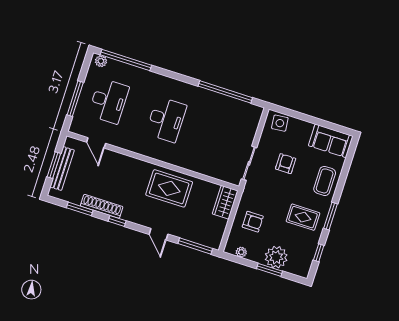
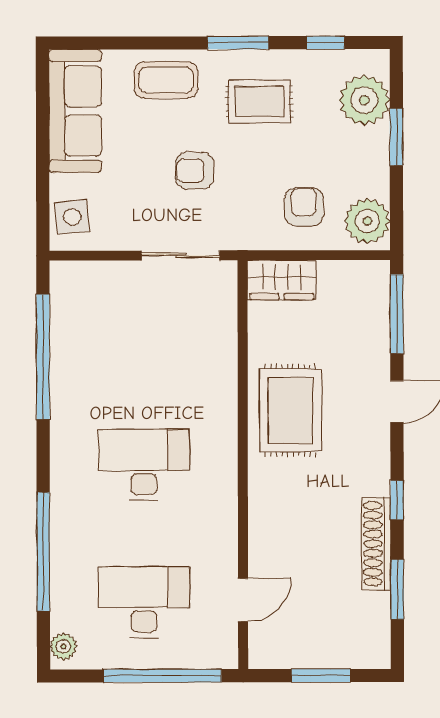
window: (126, 60) -> (43, 552), moved
window: (75, 99) -> (162, 676), width x1.46
sofa: (331, 141) -> (75, 111), width x1.36
armchair: (286, 164) -> (195, 171), moved
bench: (62, 168) -> (322, 655), removed
rug: (303, 217) -> (259, 101), turned 90
plant: (241, 252) -> (367, 221), width x1.88, depth x1.88
plant: (276, 257) -> (364, 100), moved

